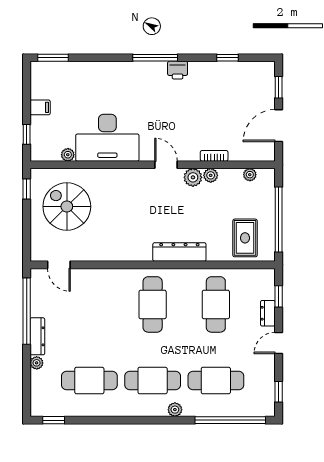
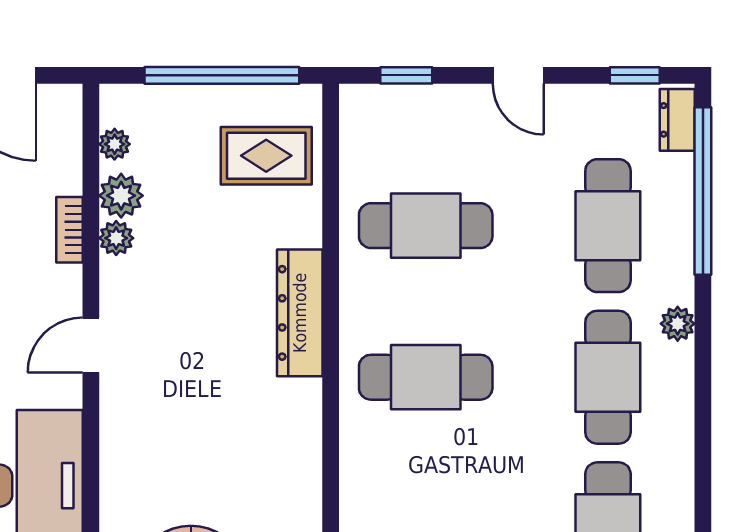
plant: (193, 177) -> (121, 196), moved
dresser: (268, 313) -> (677, 120), moved, turned 90

